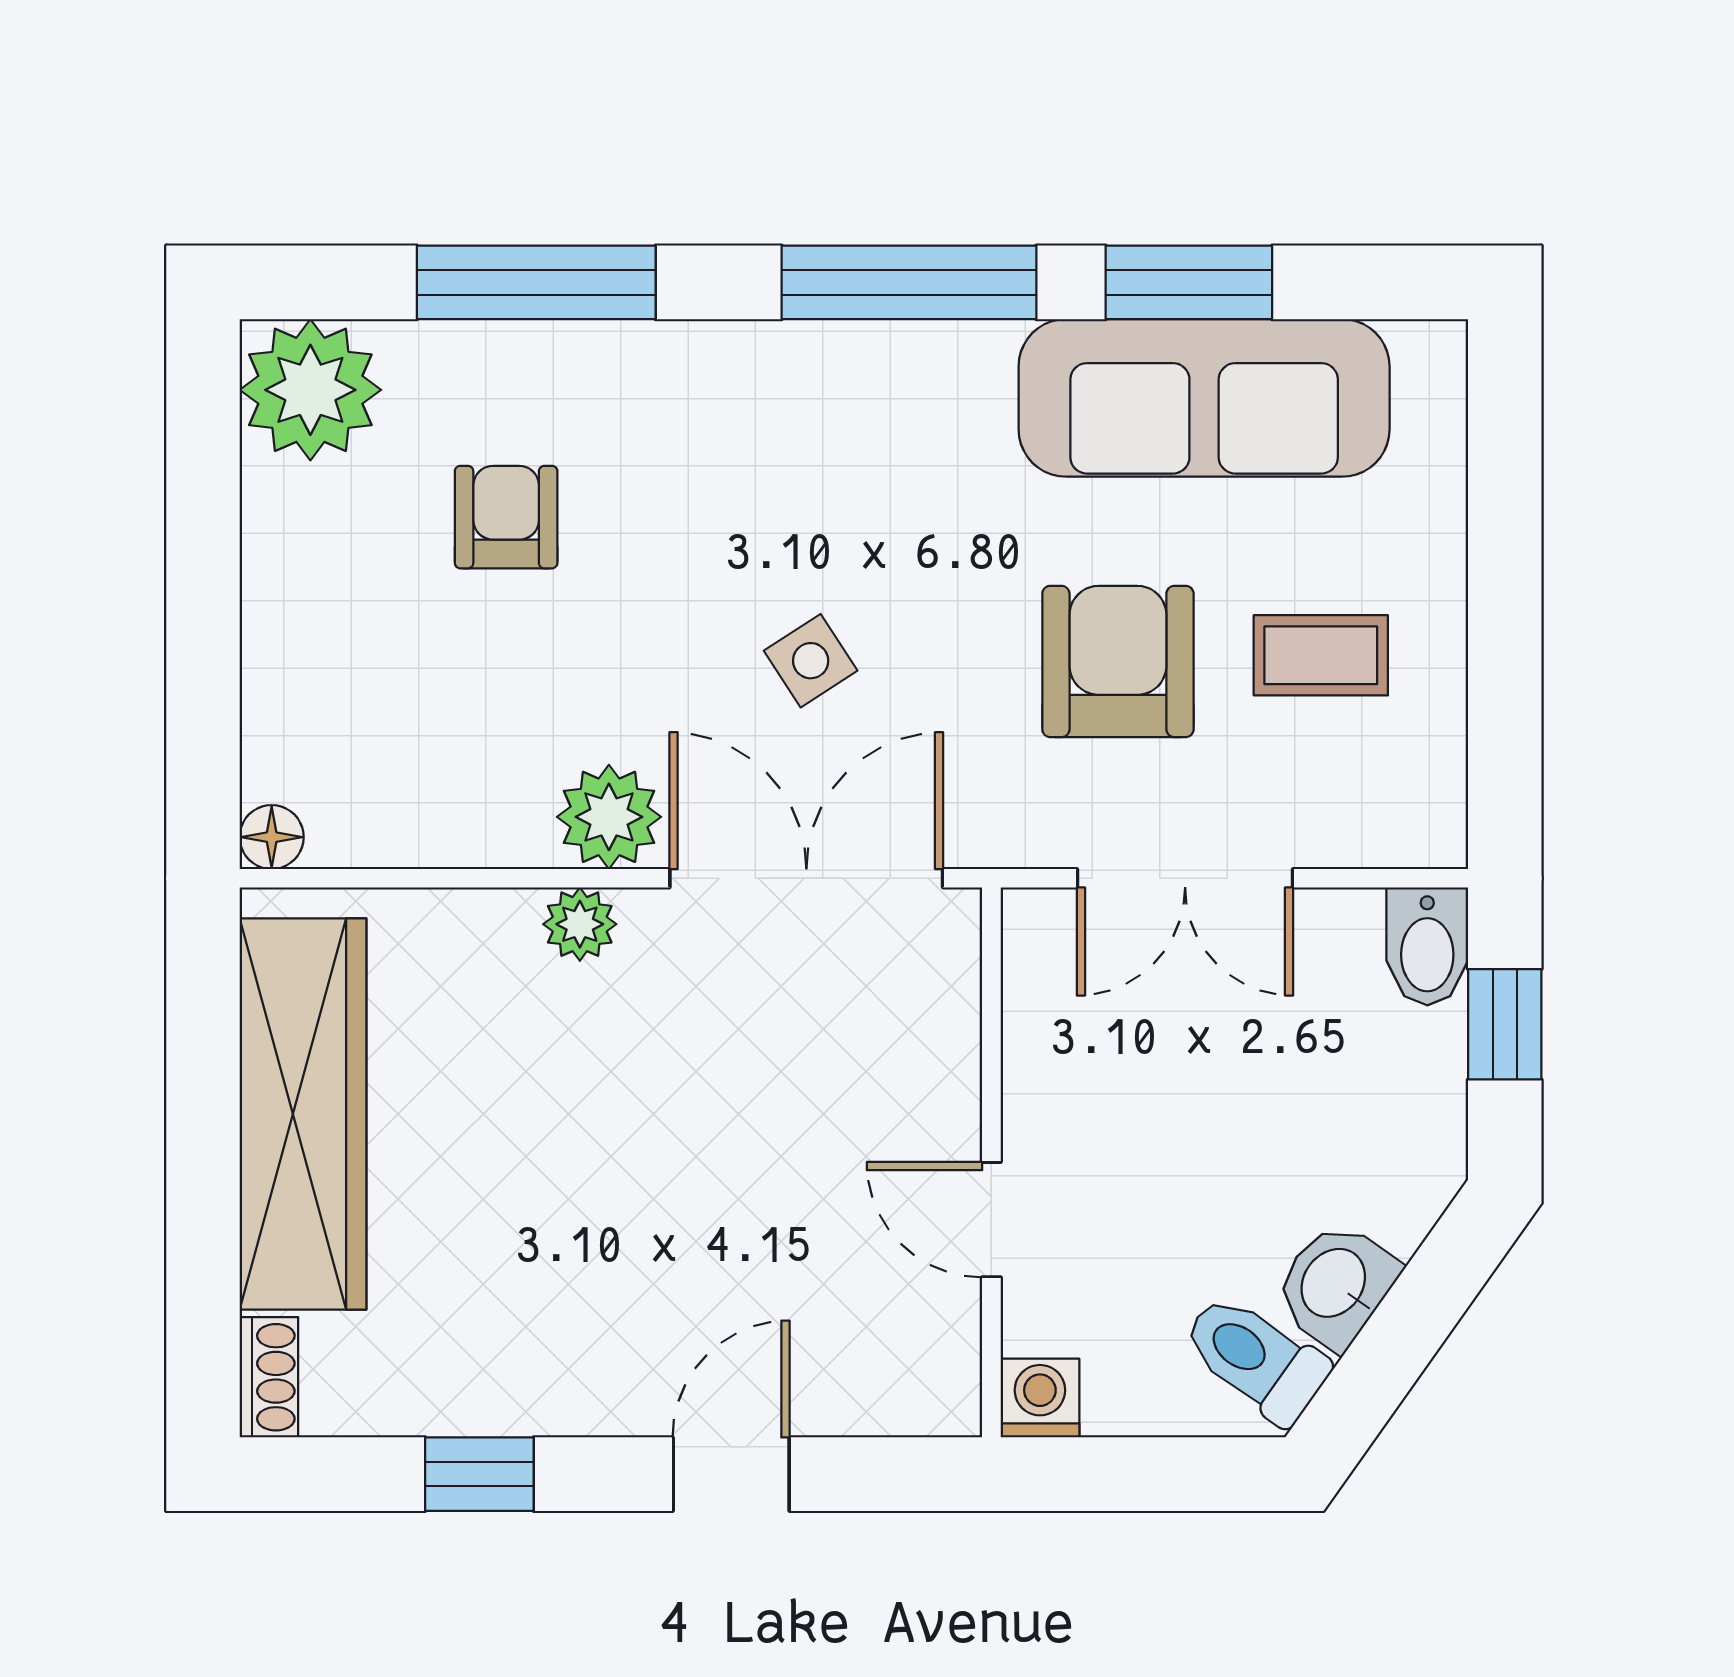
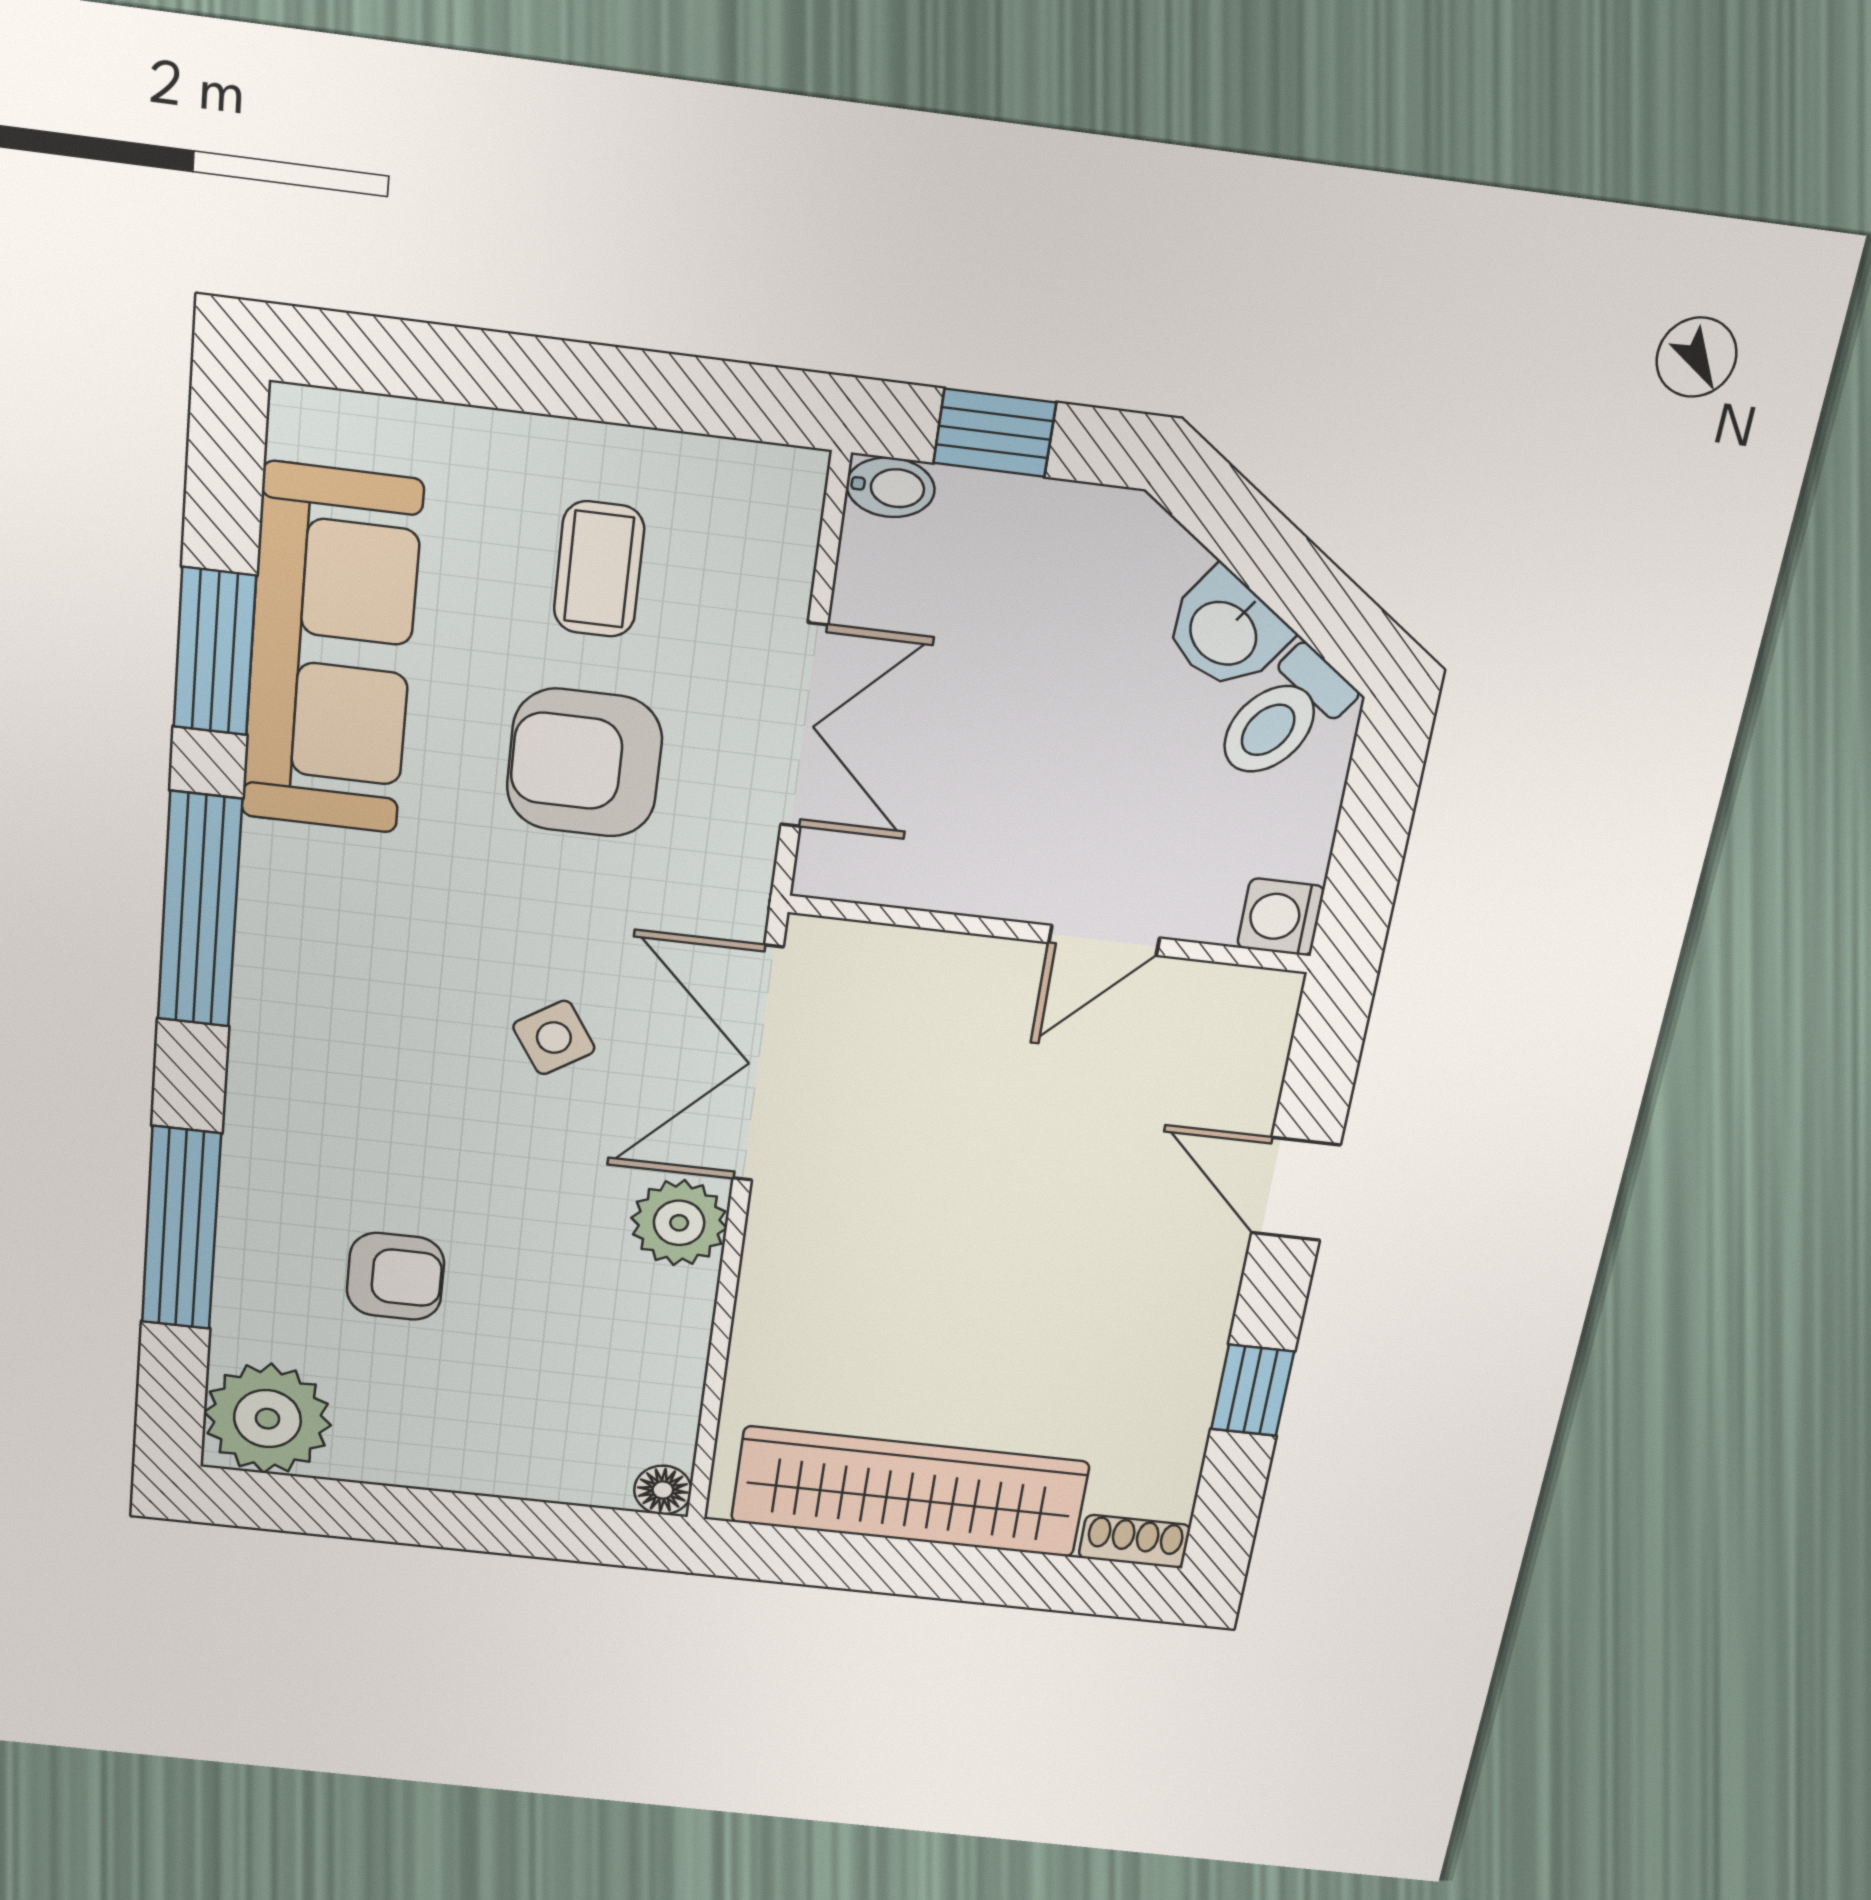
armchair: (506, 517) -> (395, 1276), turned 180
plant: (580, 924) -> (774, 1257), removed
bidet: (1427, 946) -> (890, 487), width x0.72, depth x0.74

